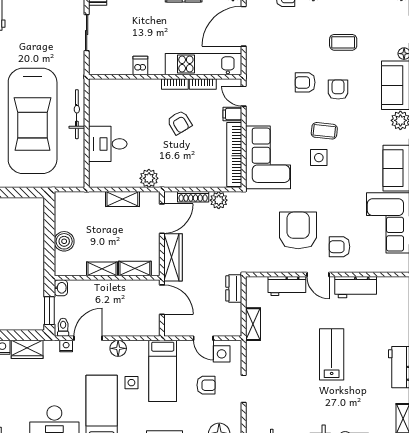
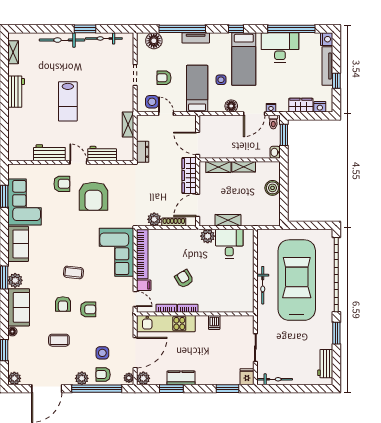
desk: (108, 144) -> (229, 244), moved, turned -90
side table: (319, 158) -> (102, 353), moved

